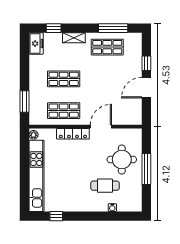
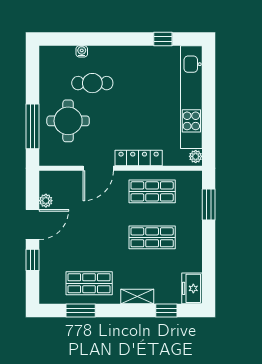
window: (113, 28) -> (81, 311), width x0.69
plant: (137, 104) -> (46, 201), added
window: (146, 169) -> (33, 126), moved

